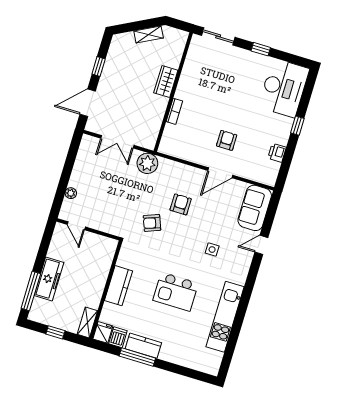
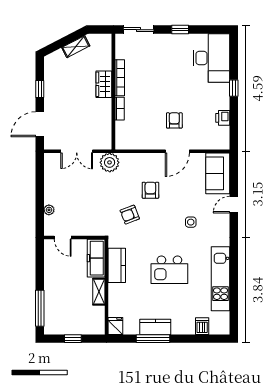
bookcase: (184, 80) -> (120, 78), added
freezer: (49, 279) -> (96, 258), moved, turned 180
kitchen counter: (118, 286) -> (117, 265), moved
shelving: (87, 322) -> (99, 292), moved
dishwasher: (118, 337) -> (202, 326), moved

